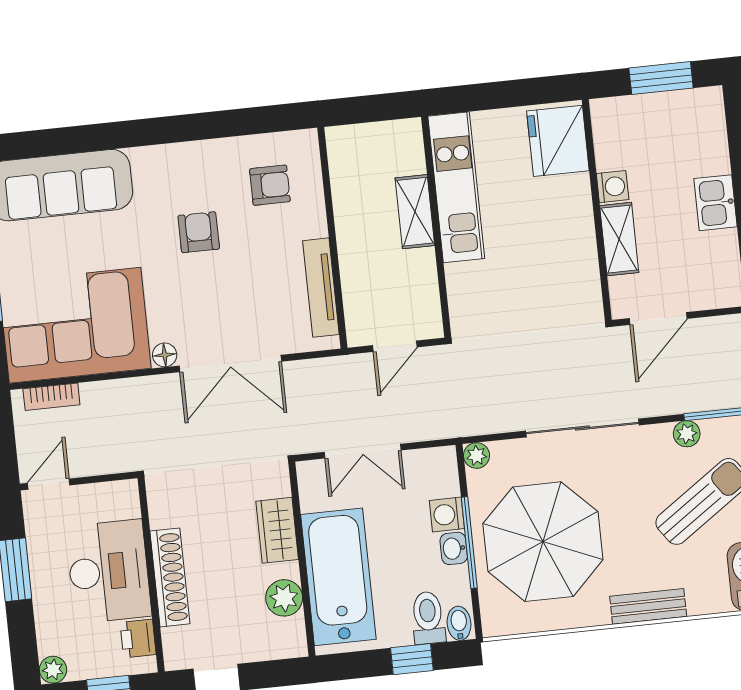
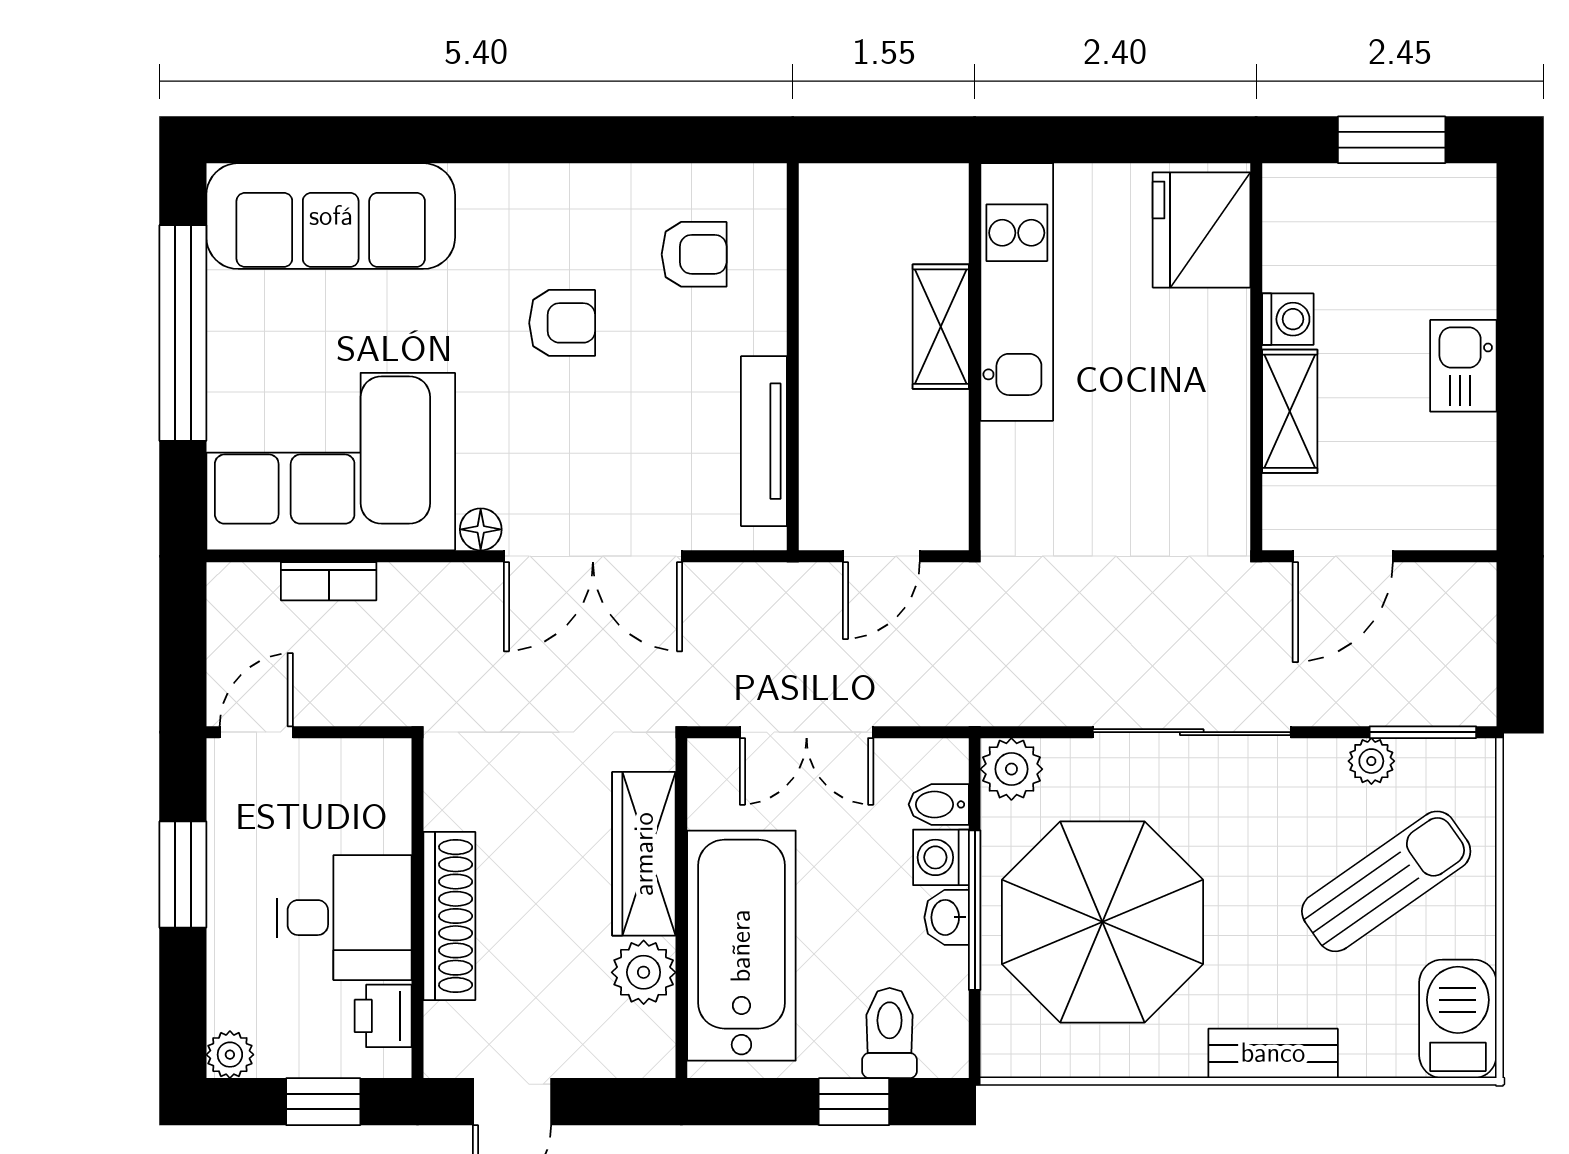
armchair: (199, 232) -> (562, 323), turned 90
bookcase: (51, 397) -> (329, 581), moved
plant: (477, 456) -> (1011, 769), width x1.38, depth x1.38
wardrobe: (277, 530) -> (644, 854), width x1.50
desk: (109, 571) -> (344, 918), width x0.73
bidet: (459, 623) -> (939, 804), moved, turned -90

